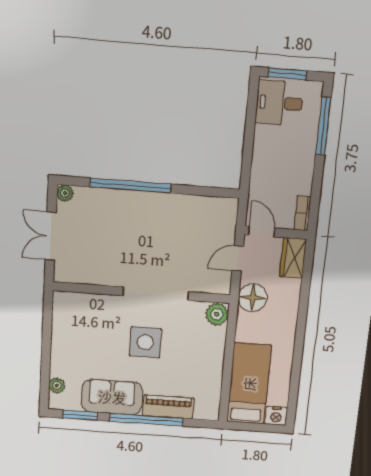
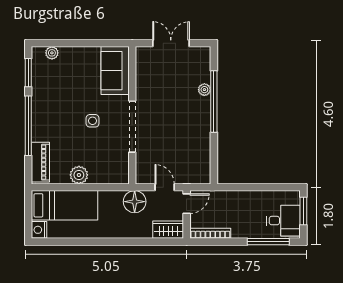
desk: (279, 103) -> (283, 221), moved, turned 90
plant: (65, 193) -> (204, 90), moved
bookcase: (302, 213) -> (210, 233), width x1.56
plant: (217, 314) -> (79, 175), moved
side table: (145, 342) -> (93, 121), width x0.54, depth x0.54
sofa: (112, 397) -> (115, 71), moved, turned 180
piano: (168, 407) -> (40, 162), moved

